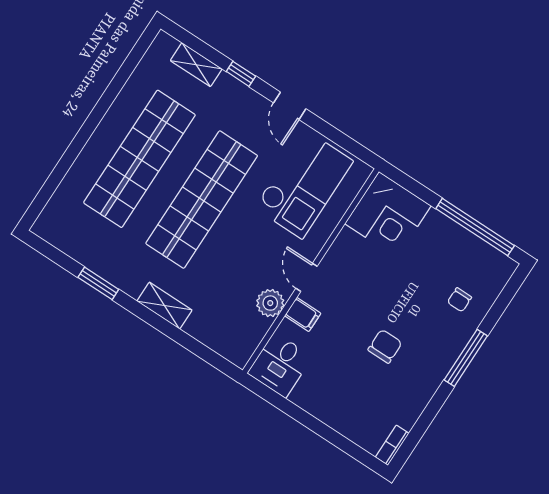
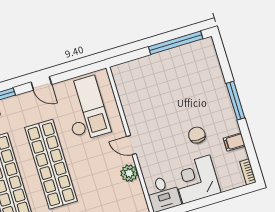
corner desk: (388, 215) -> (196, 180), moved, turned 180
chair: (459, 300) -> (205, 80), removed
filing cabinet: (303, 314) -> (234, 142), moved, turned 180

